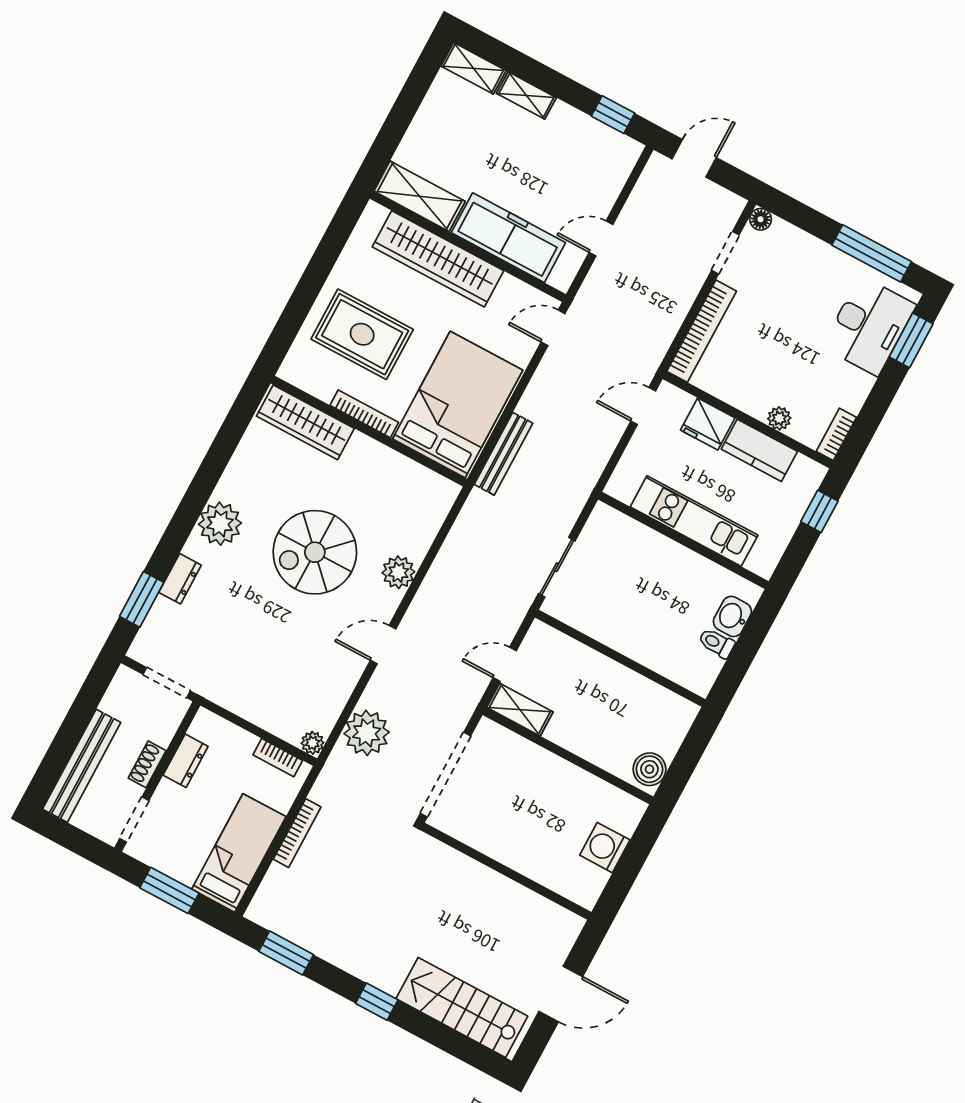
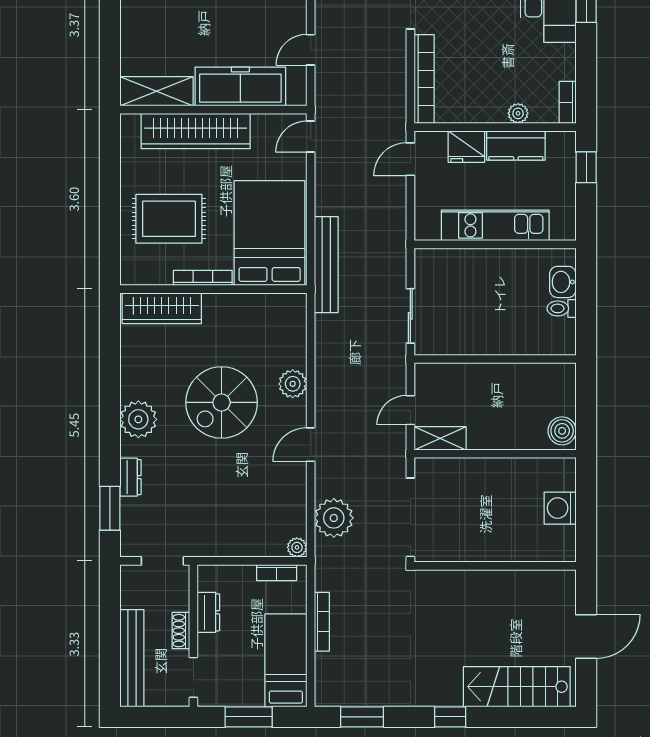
bench: (503, 454) -> (326, 265), width x1.37, depth x1.21

